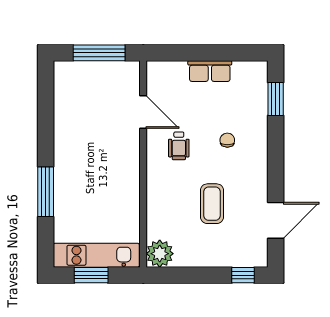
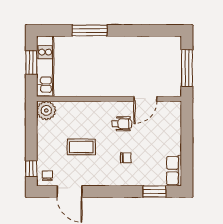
row of seats: (210, 71) -> (174, 171), moved
wheelchair: (179, 146) -> (122, 124), turned 180
chair: (253, 252) -> (47, 176), added

